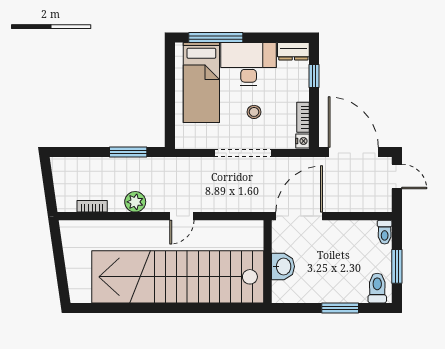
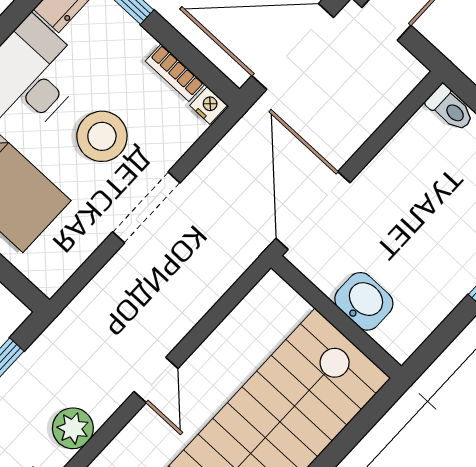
stool: (254, 112) -> (102, 136), width x1.89, depth x1.89
doorway: (243, 153) -> (146, 207), width x0.73

